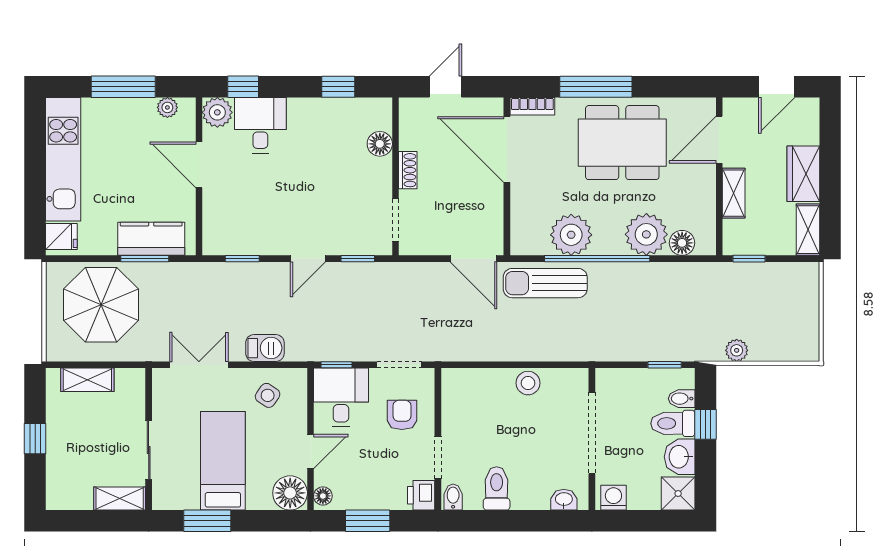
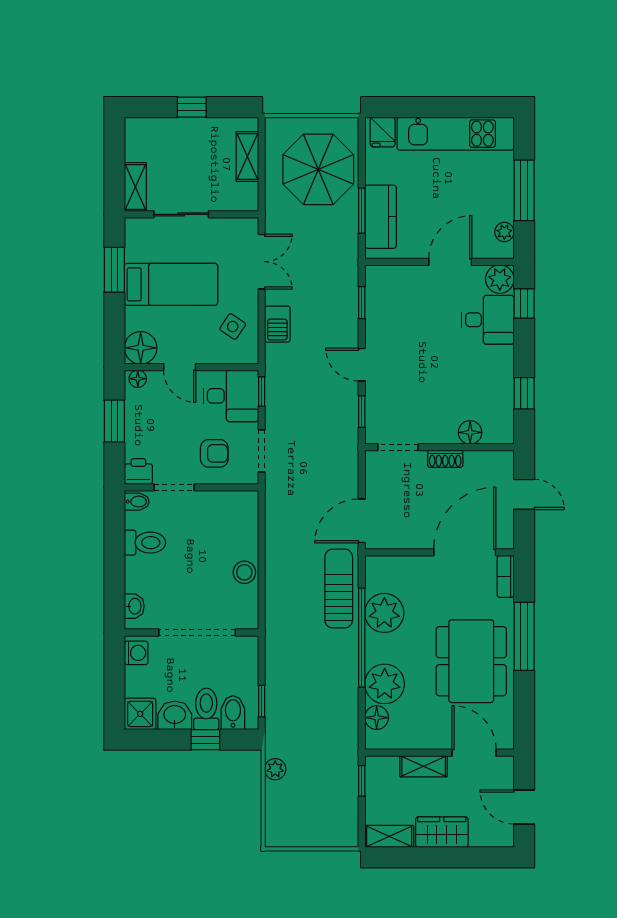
bidet: (682, 399) -> (233, 713), width x1.38, depth x1.36

